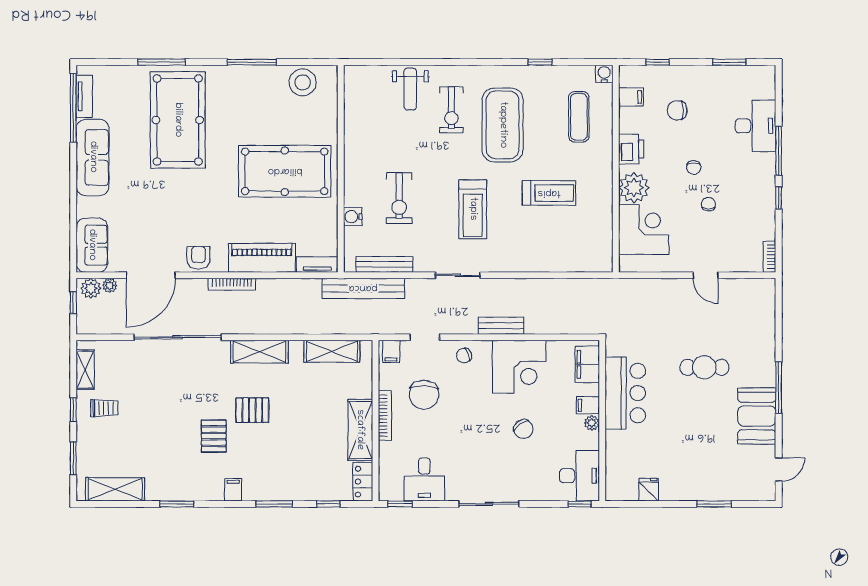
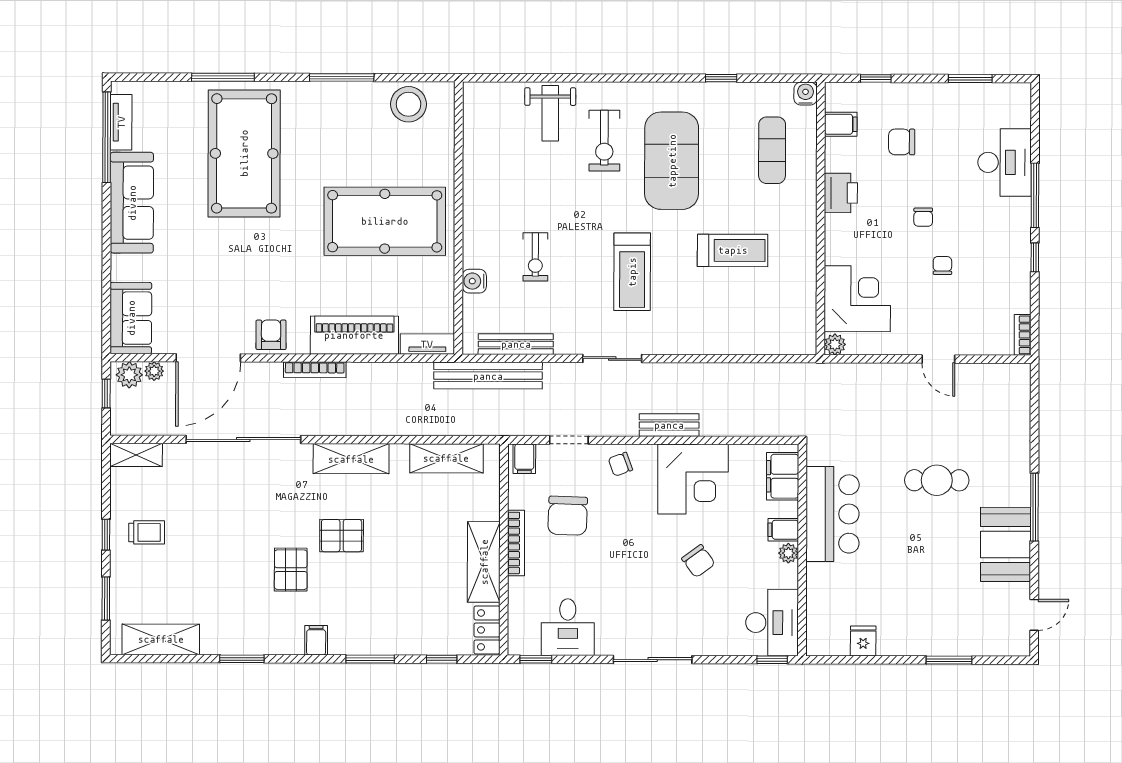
plant: (634, 188) -> (835, 344), moved, width x0.53, depth x0.53
exercise bike: (399, 198) -> (535, 257), width x0.73, depth x0.72
shelving: (85, 370) -> (136, 455), moved, turned 90

